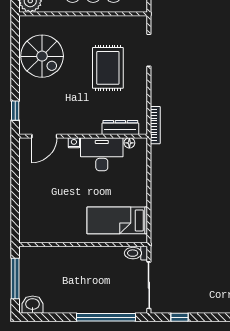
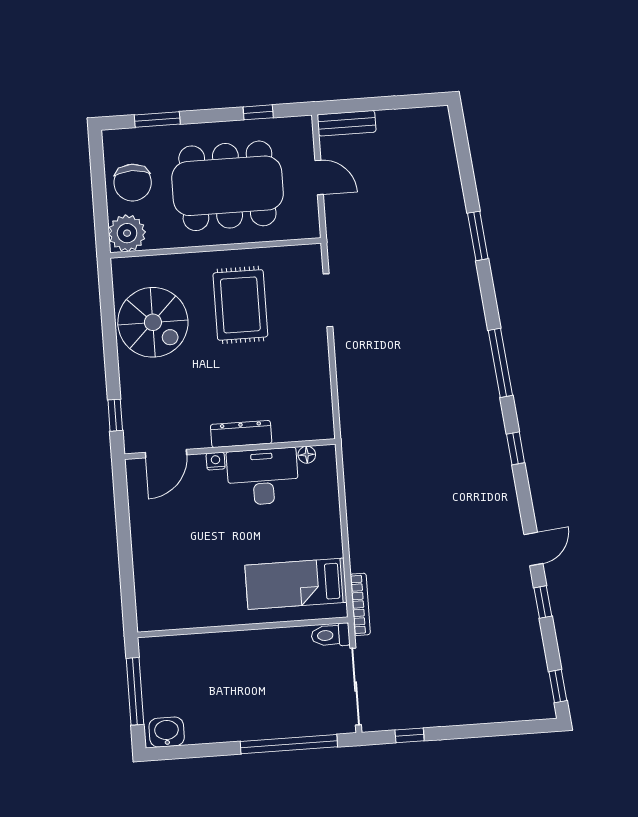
rug: (108, 68) -> (240, 305), moved
bookcase: (155, 125) -> (360, 604), moved
dresser: (120, 127) -> (241, 434), moved

